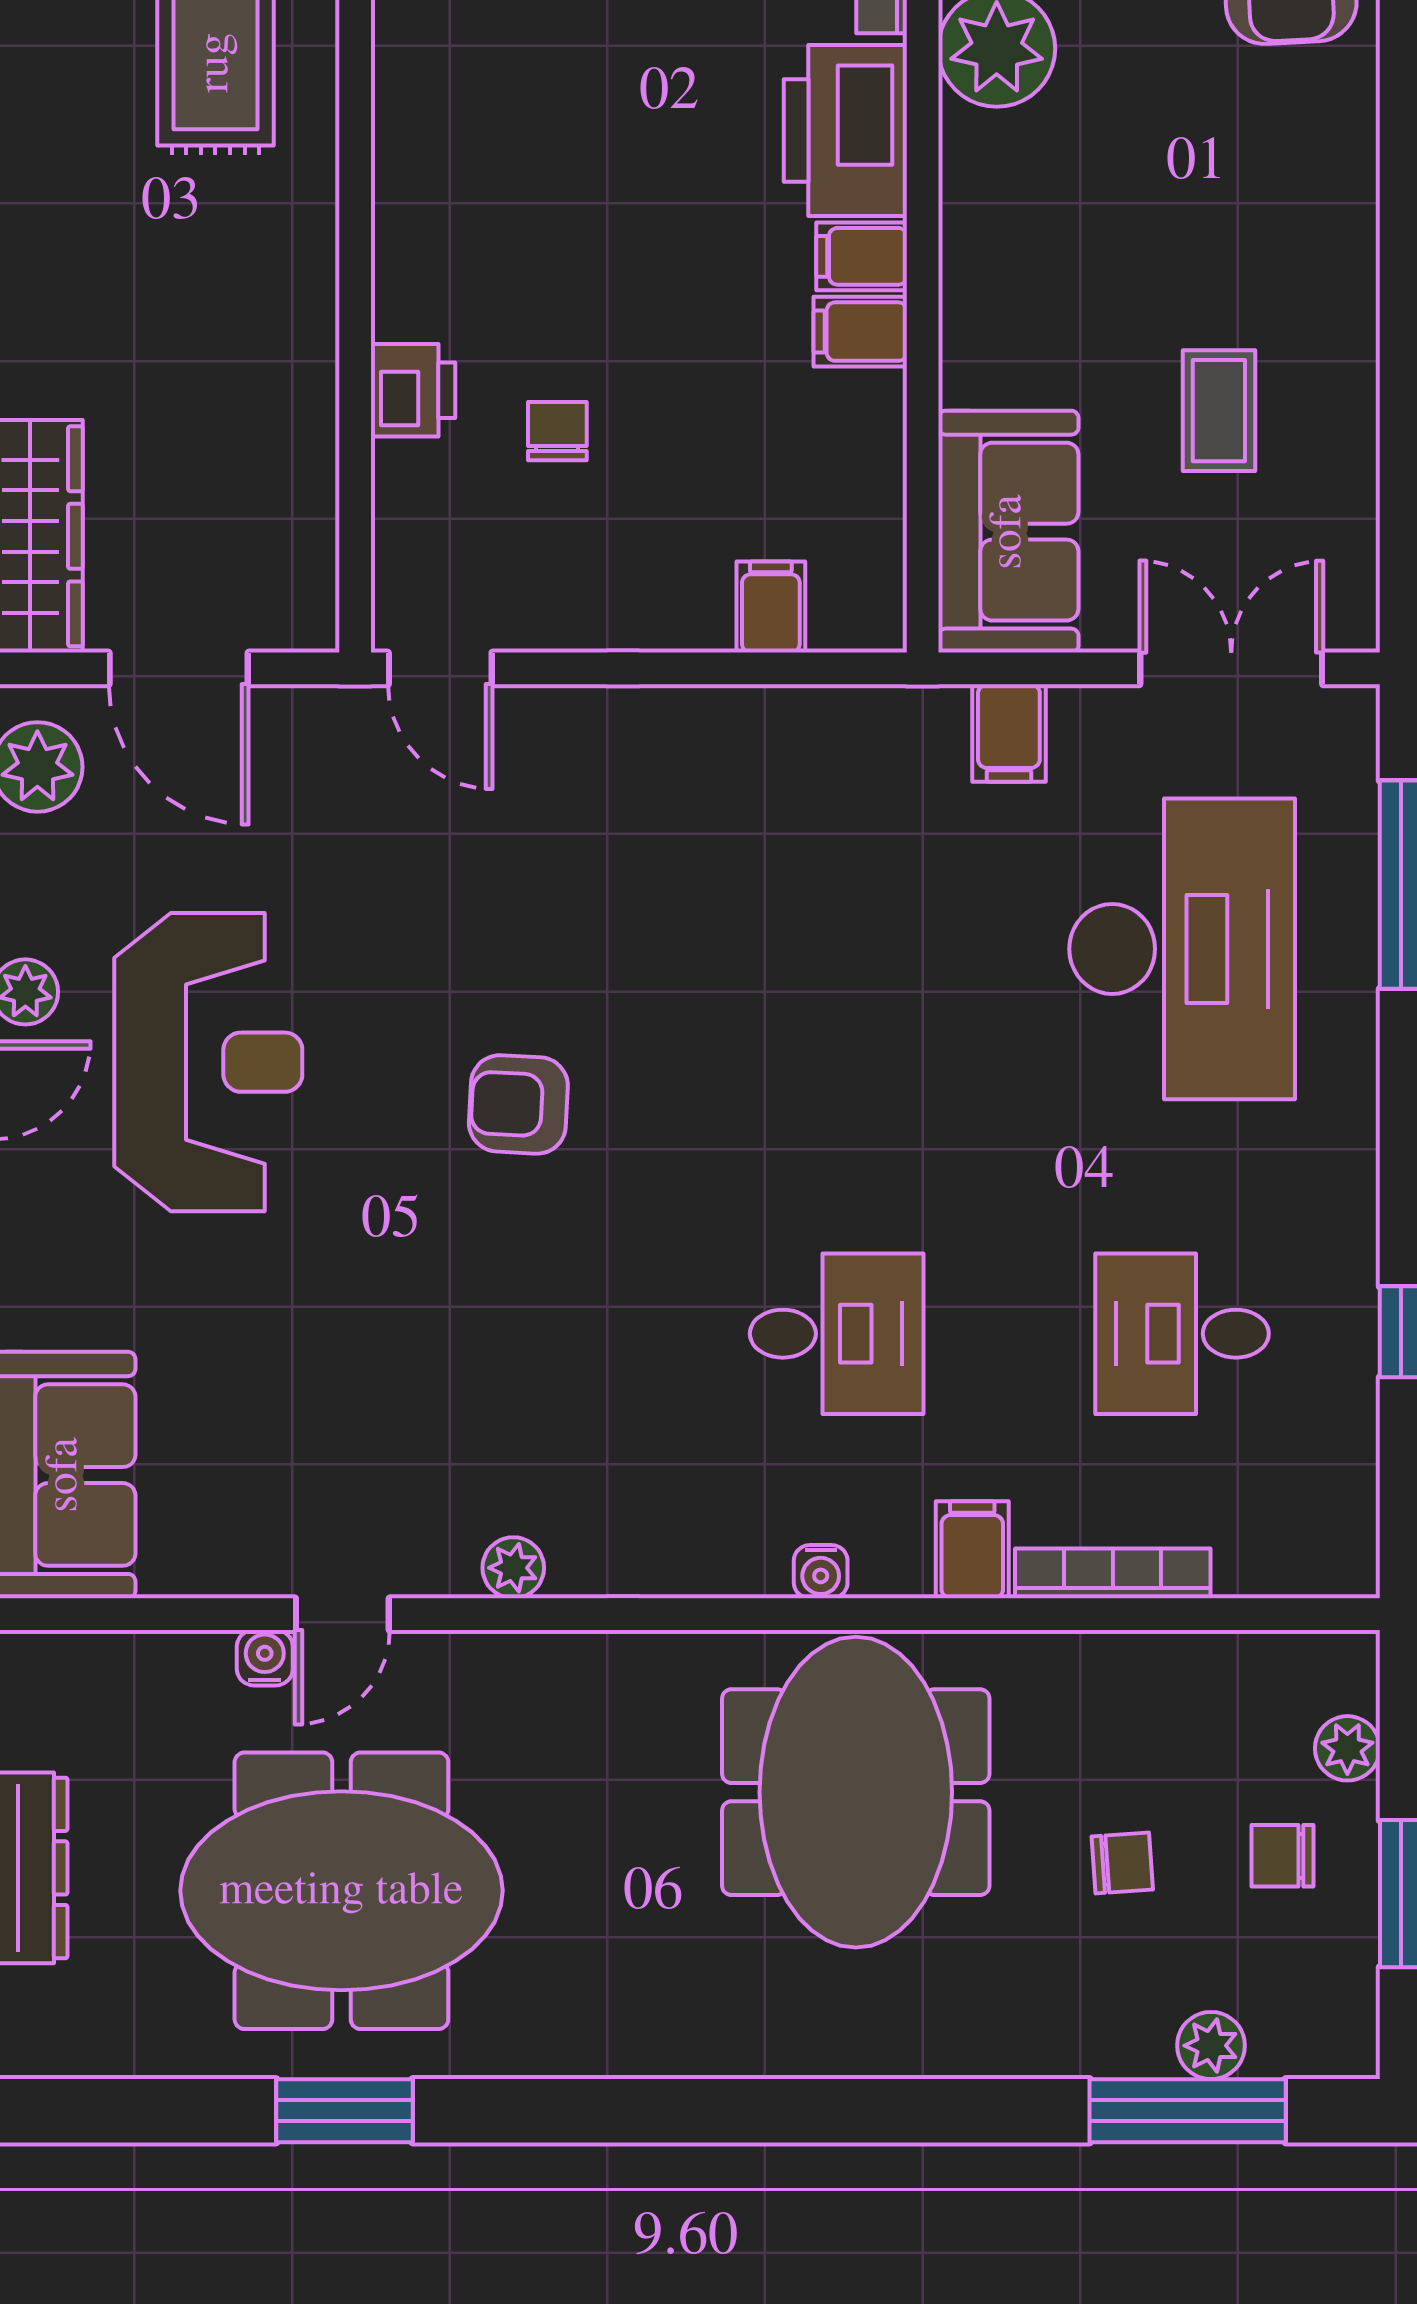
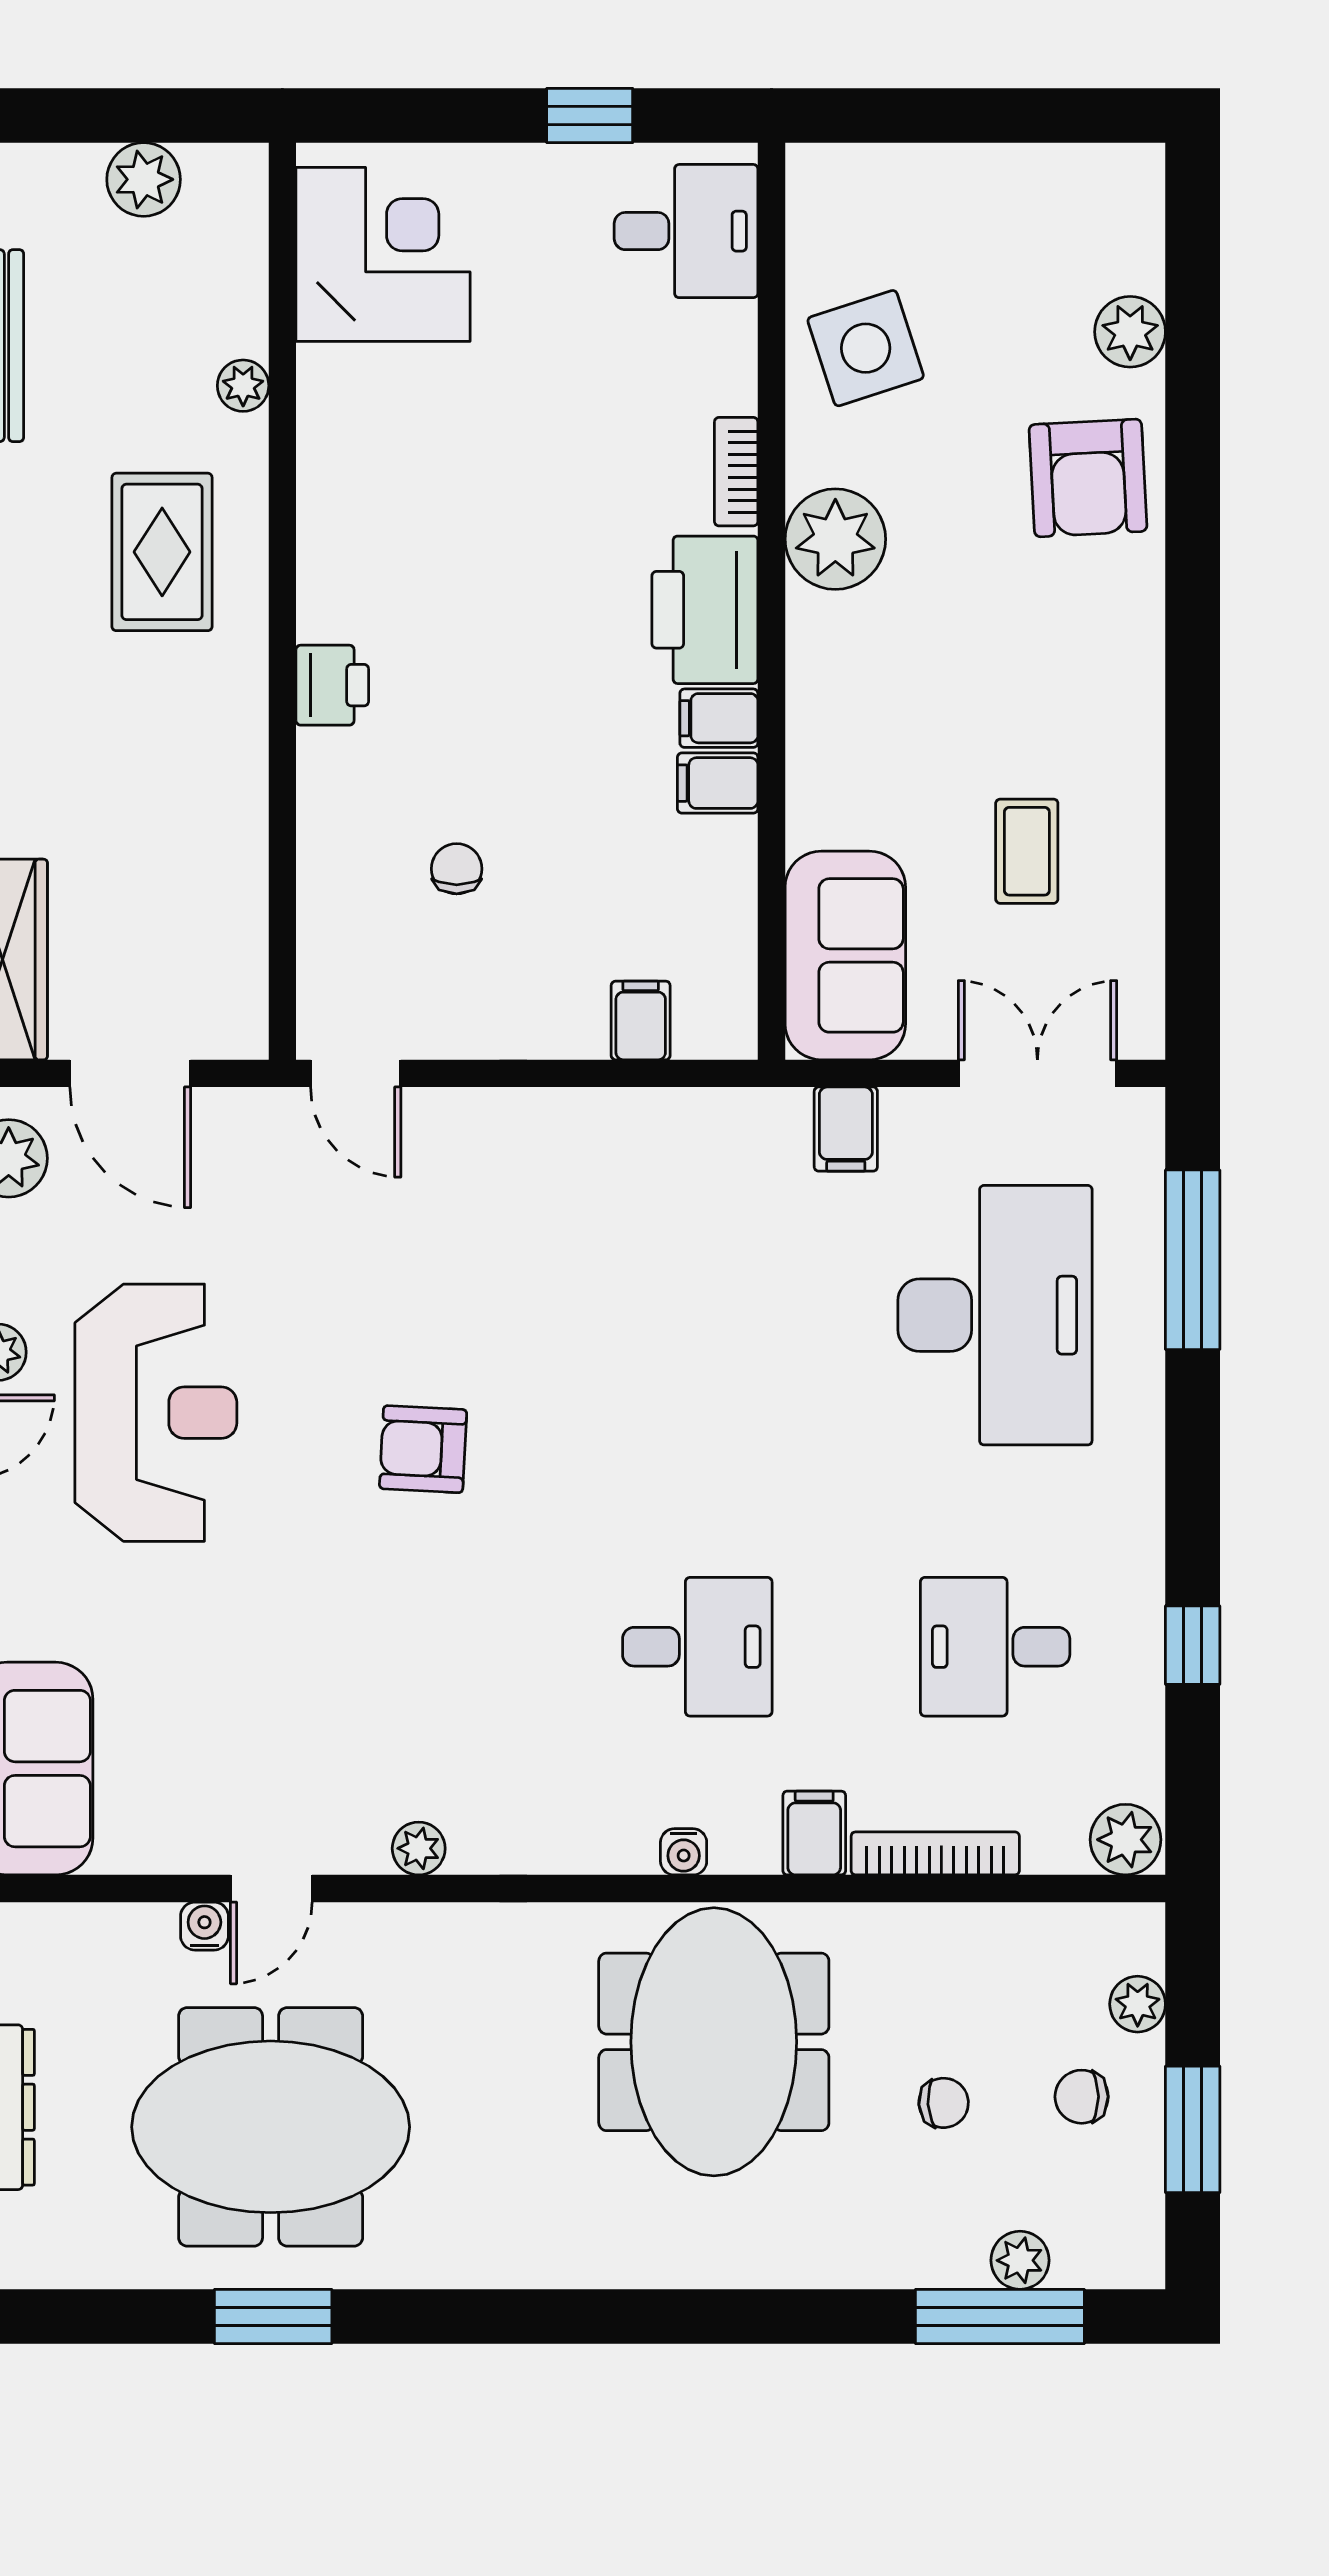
printer: (413, 390) -> (332, 685), moved
plant: (1333, 1557) -> (1126, 1840), added

